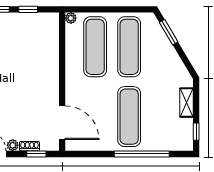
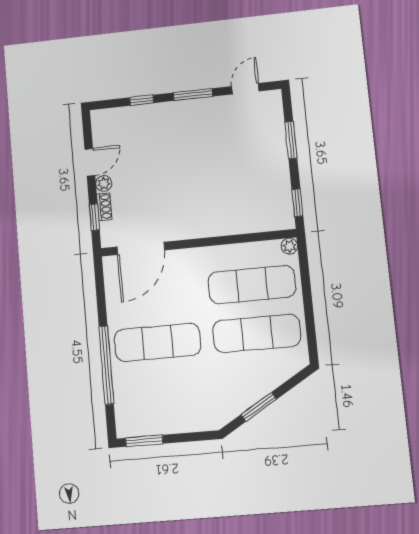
window: (28, 9) -> (297, 203), moved
window: (169, 32) -> (259, 407), moved
shelving: (186, 103) -> (185, 423), removed
window: (196, 132) -> (144, 441), width x1.50

